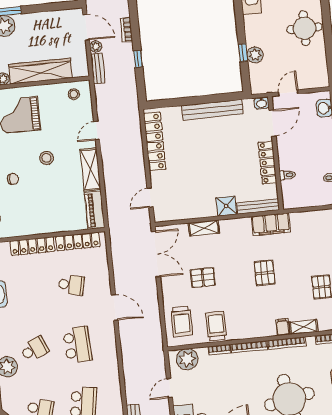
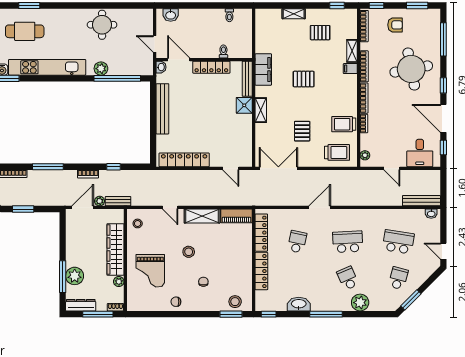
window: (243, 53) -> (117, 78), width x3.17
plant: (255, 55) -> (101, 69), moved
shelving: (204, 228) -> (261, 110), moved
plant: (187, 359) -> (365, 155), width x0.53, depth x0.53

